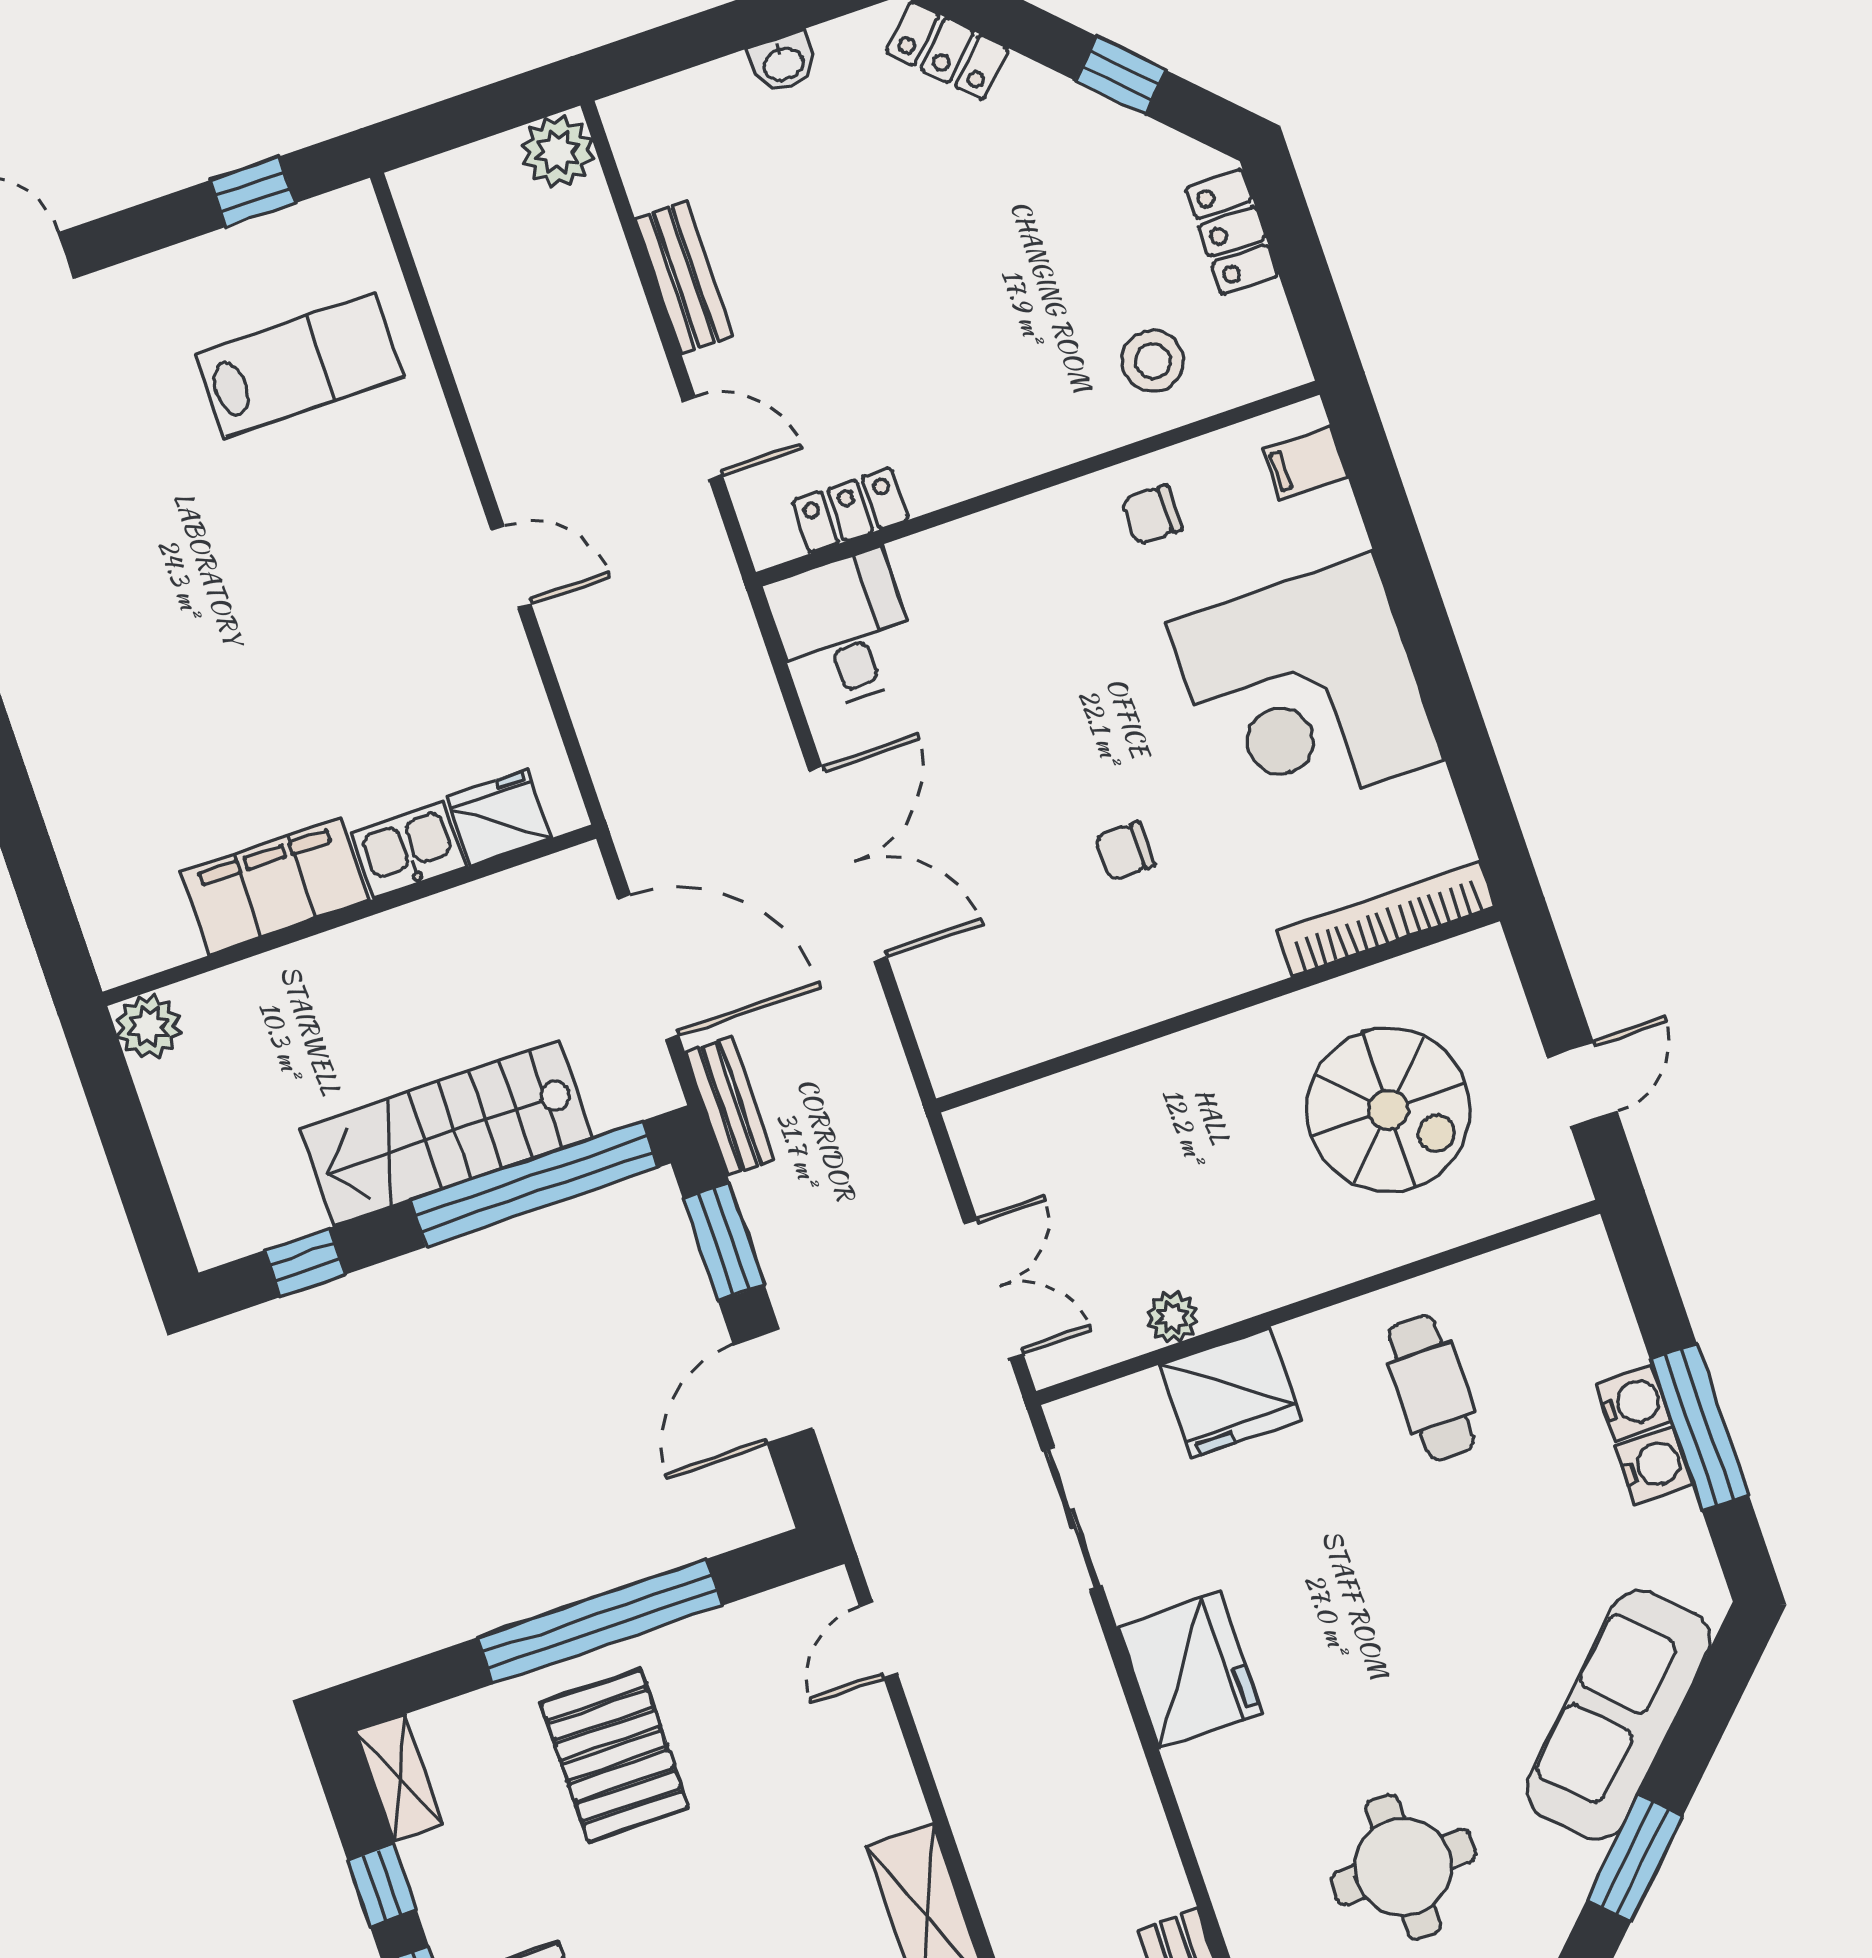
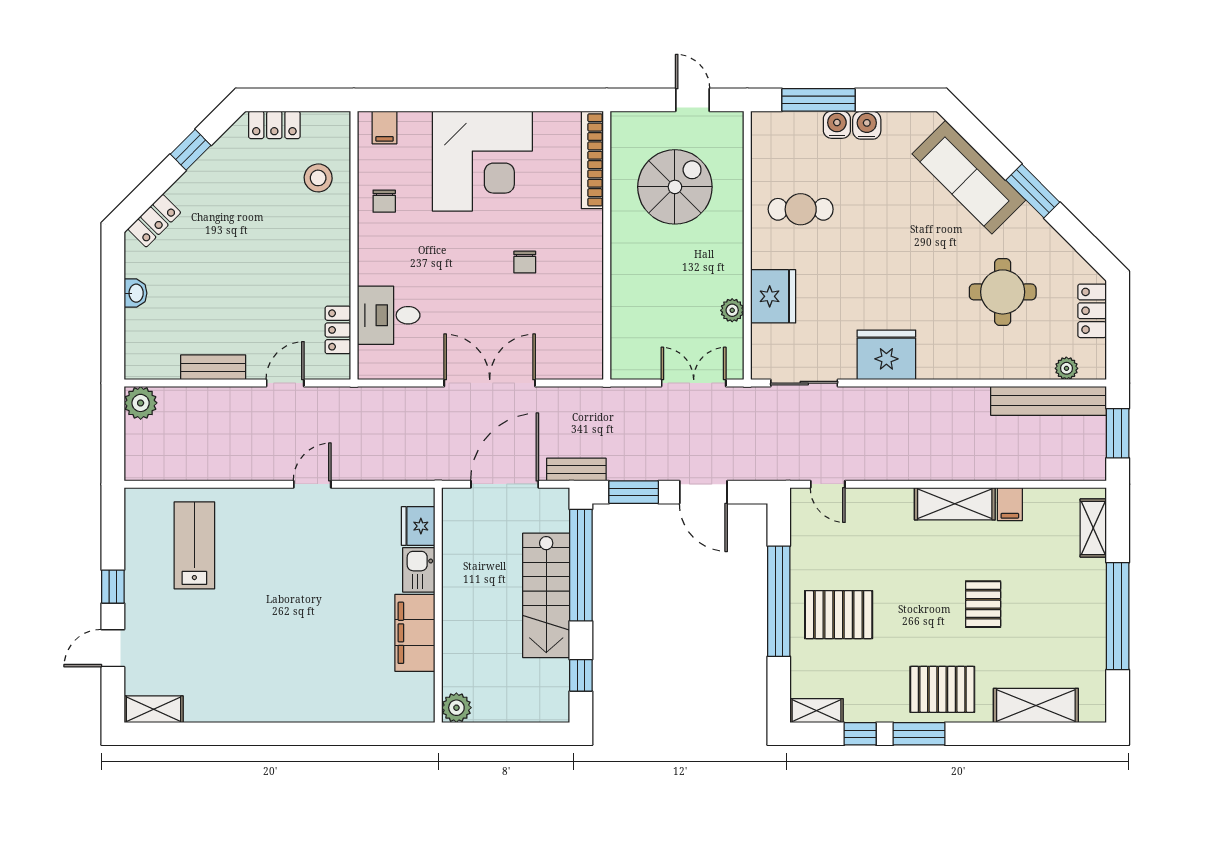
window: (253, 192) -> (113, 587), moved
desk: (843, 631) -> (389, 315), moved
window: (1699, 1427) -> (818, 100), moved

